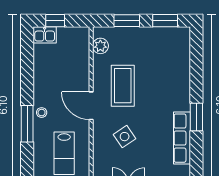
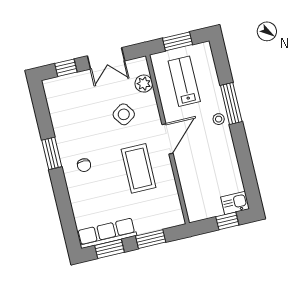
plant: (100, 46) -> (144, 84), moved
chair: (170, 100) -> (84, 165), added
door: (91, 106) -> (167, 139), hinge flipped
row of seats: (182, 138) -> (107, 233), moved, turned -90

